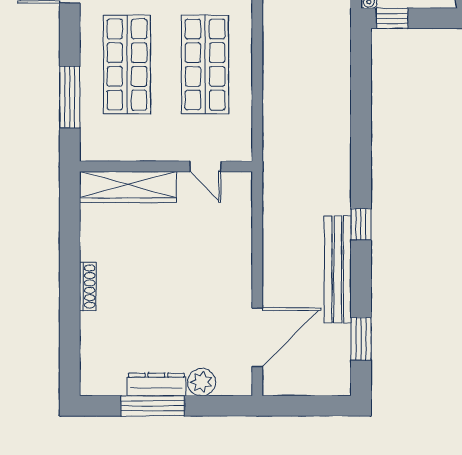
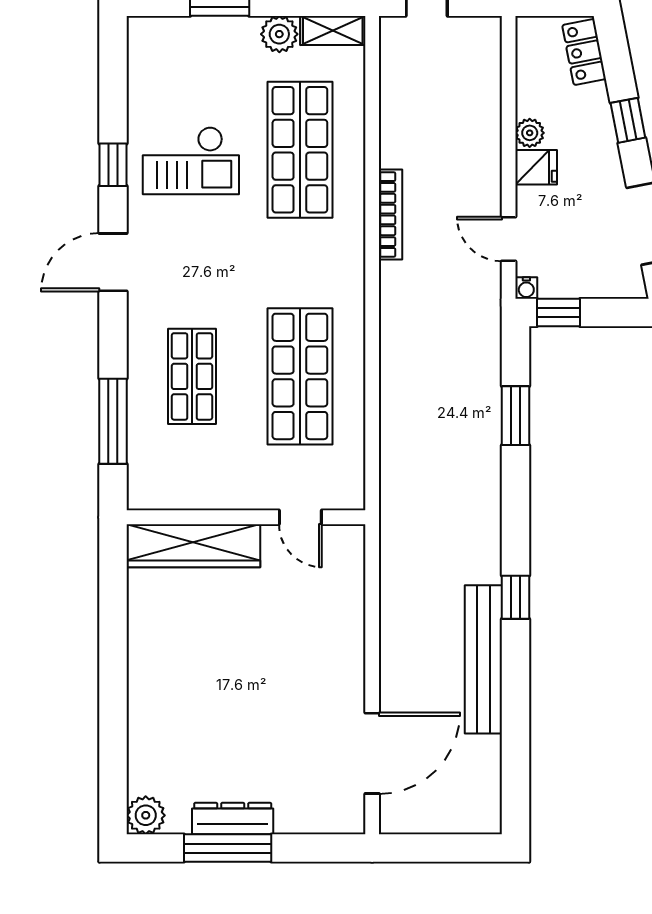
shop shelf: (127, 65) -> (192, 376), width x0.70, depth x0.74
shoe rack: (88, 287) -> (138, 683), removed
window: (361, 339) -> (515, 416), moved
plant: (202, 382) -> (146, 815), moved

